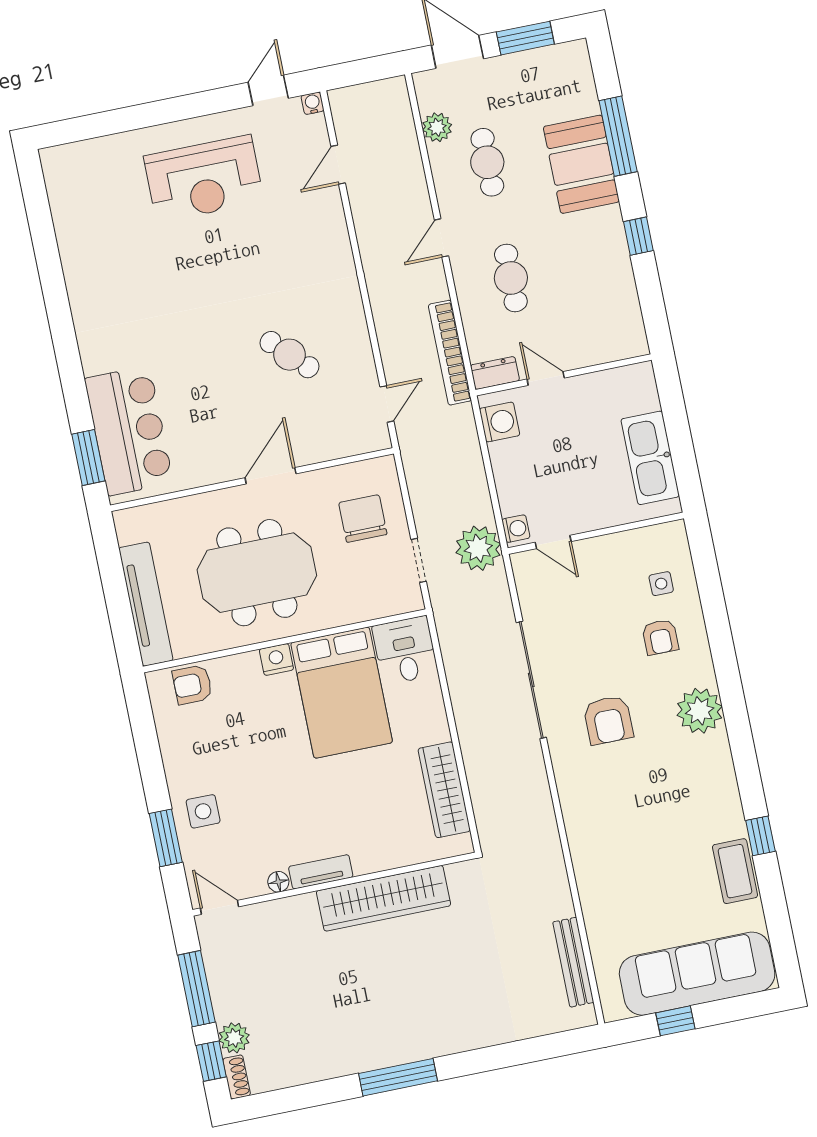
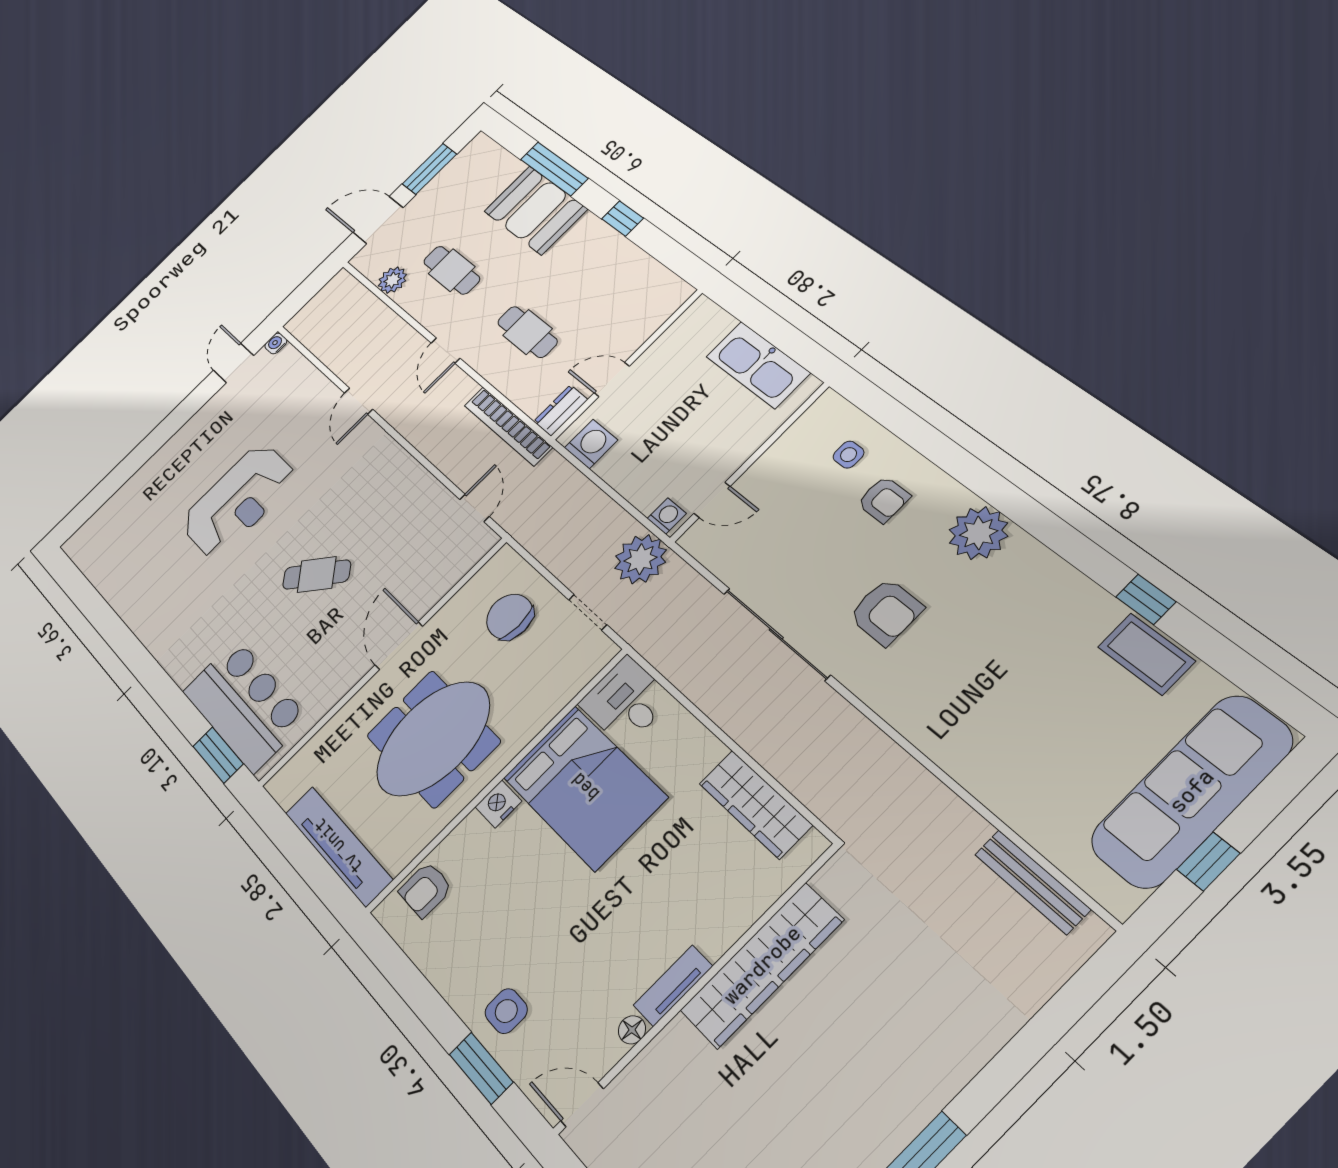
door: (338, 165) -> (359, 401), moved
reception desk: (204, 179) -> (238, 500), moved
cafe table: (289, 355) -> (317, 574), moved

